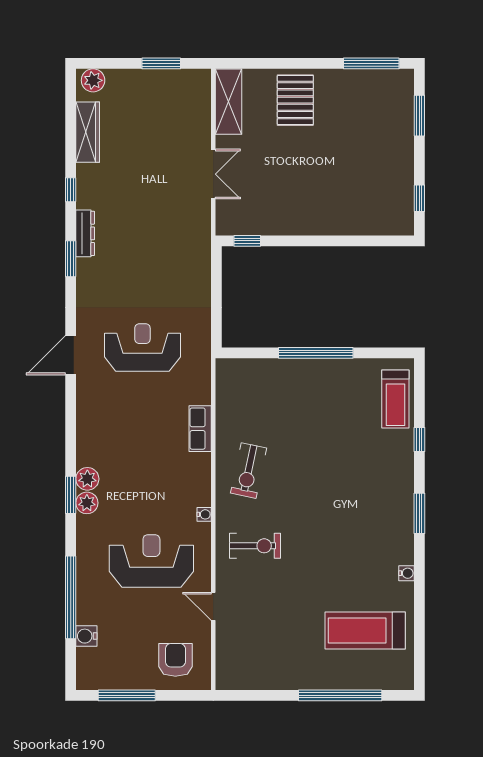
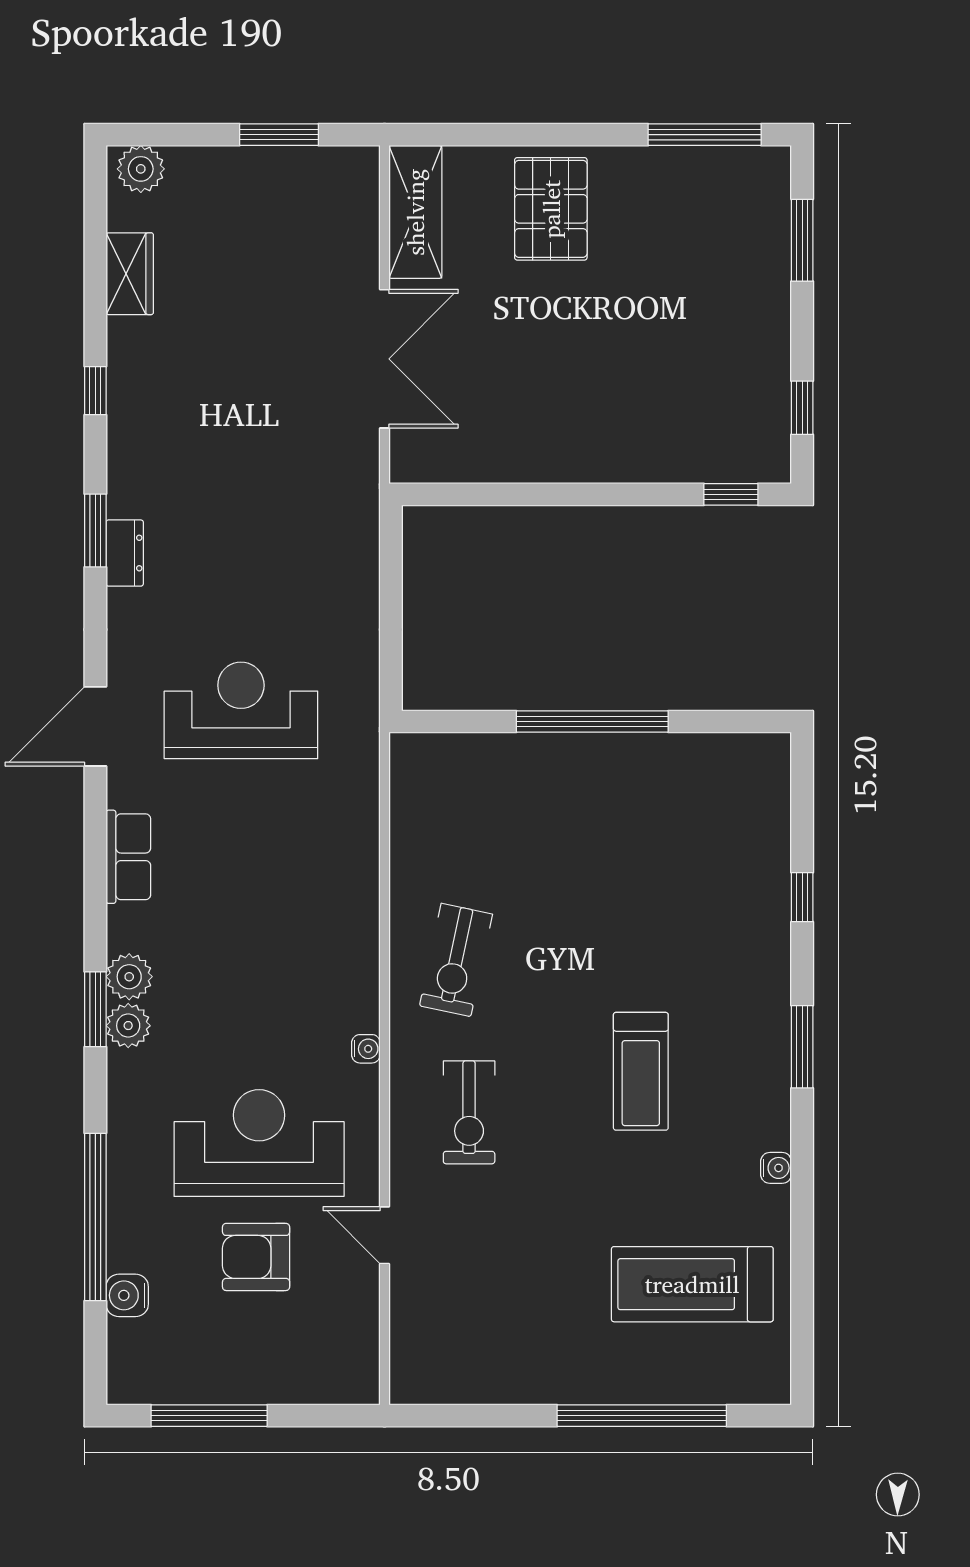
wardrobe: (88, 132) -> (130, 274), width x0.67
double door: (213, 174) -> (384, 359), width x1.37
dresser: (85, 233) -> (125, 553), moved, width x0.70
window: (247, 241) -> (731, 494), moved
treadmill: (395, 399) -> (641, 1071), moved
row of seats: (200, 429) -> (128, 857), moved, turned 180
exercise bike: (255, 546) -> (469, 1112), turned 90
armchair: (175, 660) -> (256, 1257), moved, turned -90

